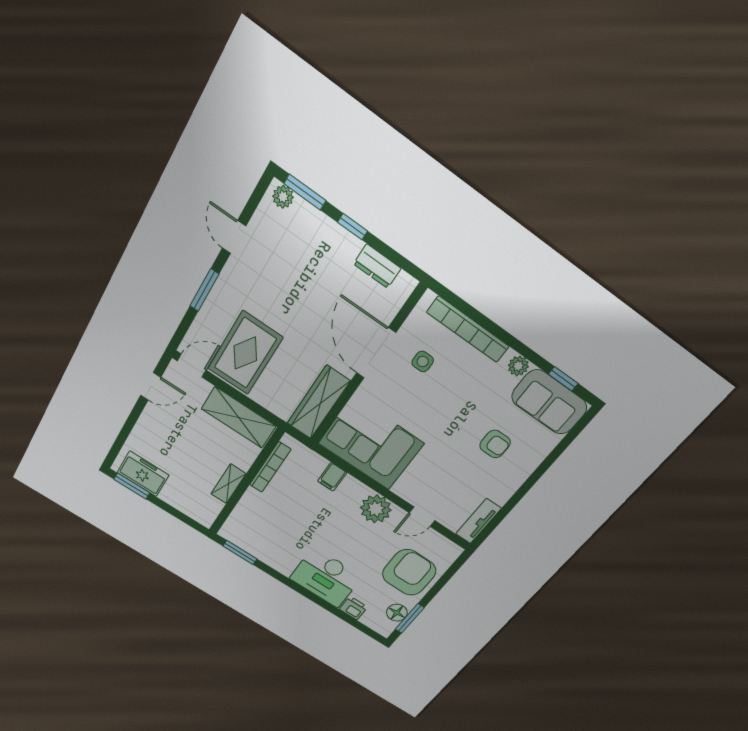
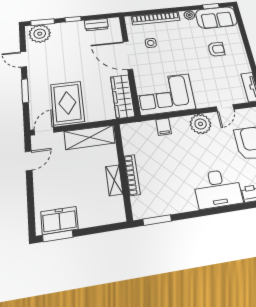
plant: (283, 197) -> (40, 34), width x1.88, depth x1.88
bookcase: (270, 467) -> (132, 175), moved

